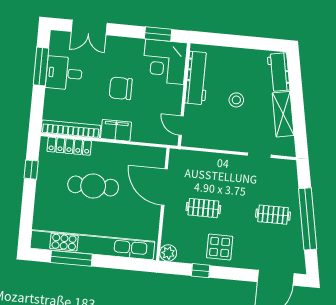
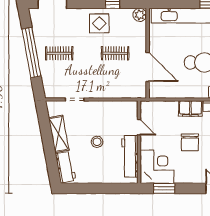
chair: (121, 88) -> (190, 142), turned 90
door: (181, 126) -> (139, 127), moved

